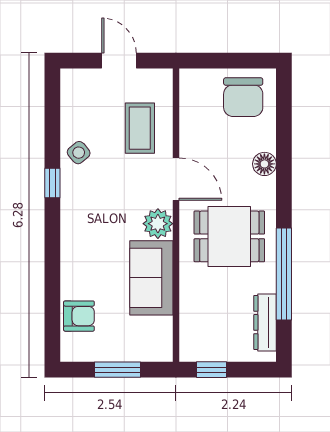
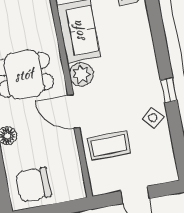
chair: (243, 97) -> (33, 184), turned -90
coffee table: (140, 128) -> (109, 146), turned 90

